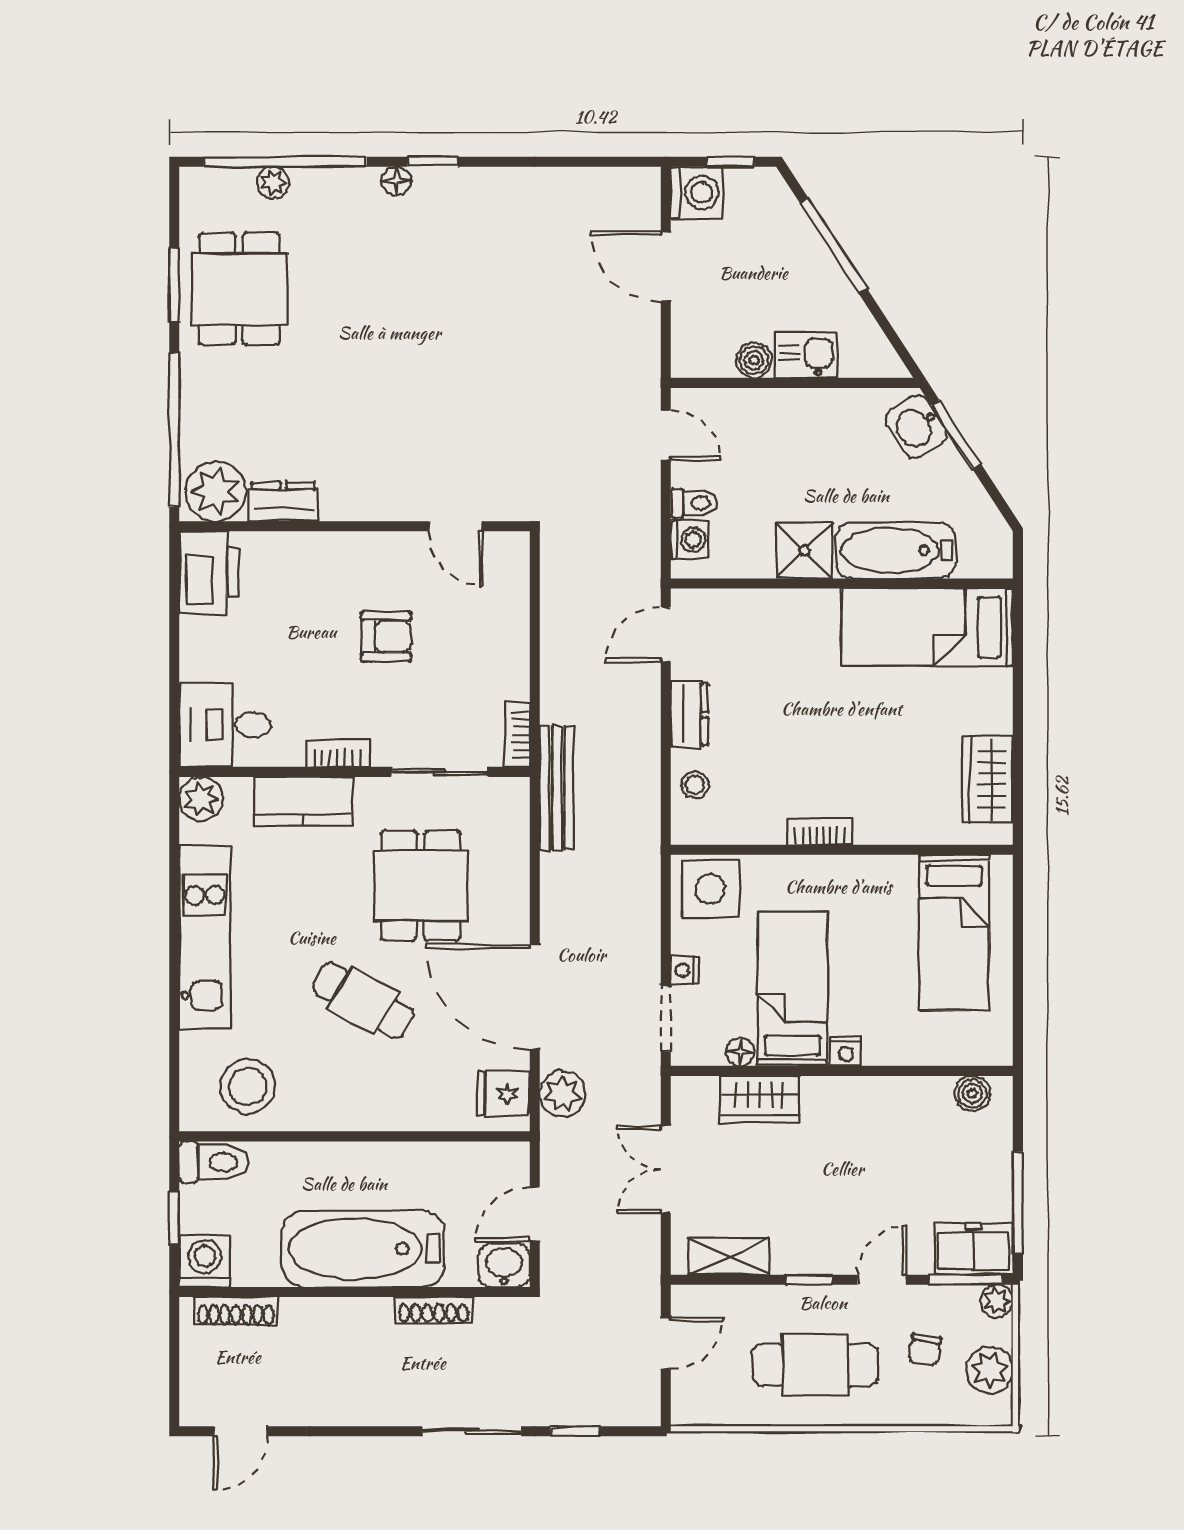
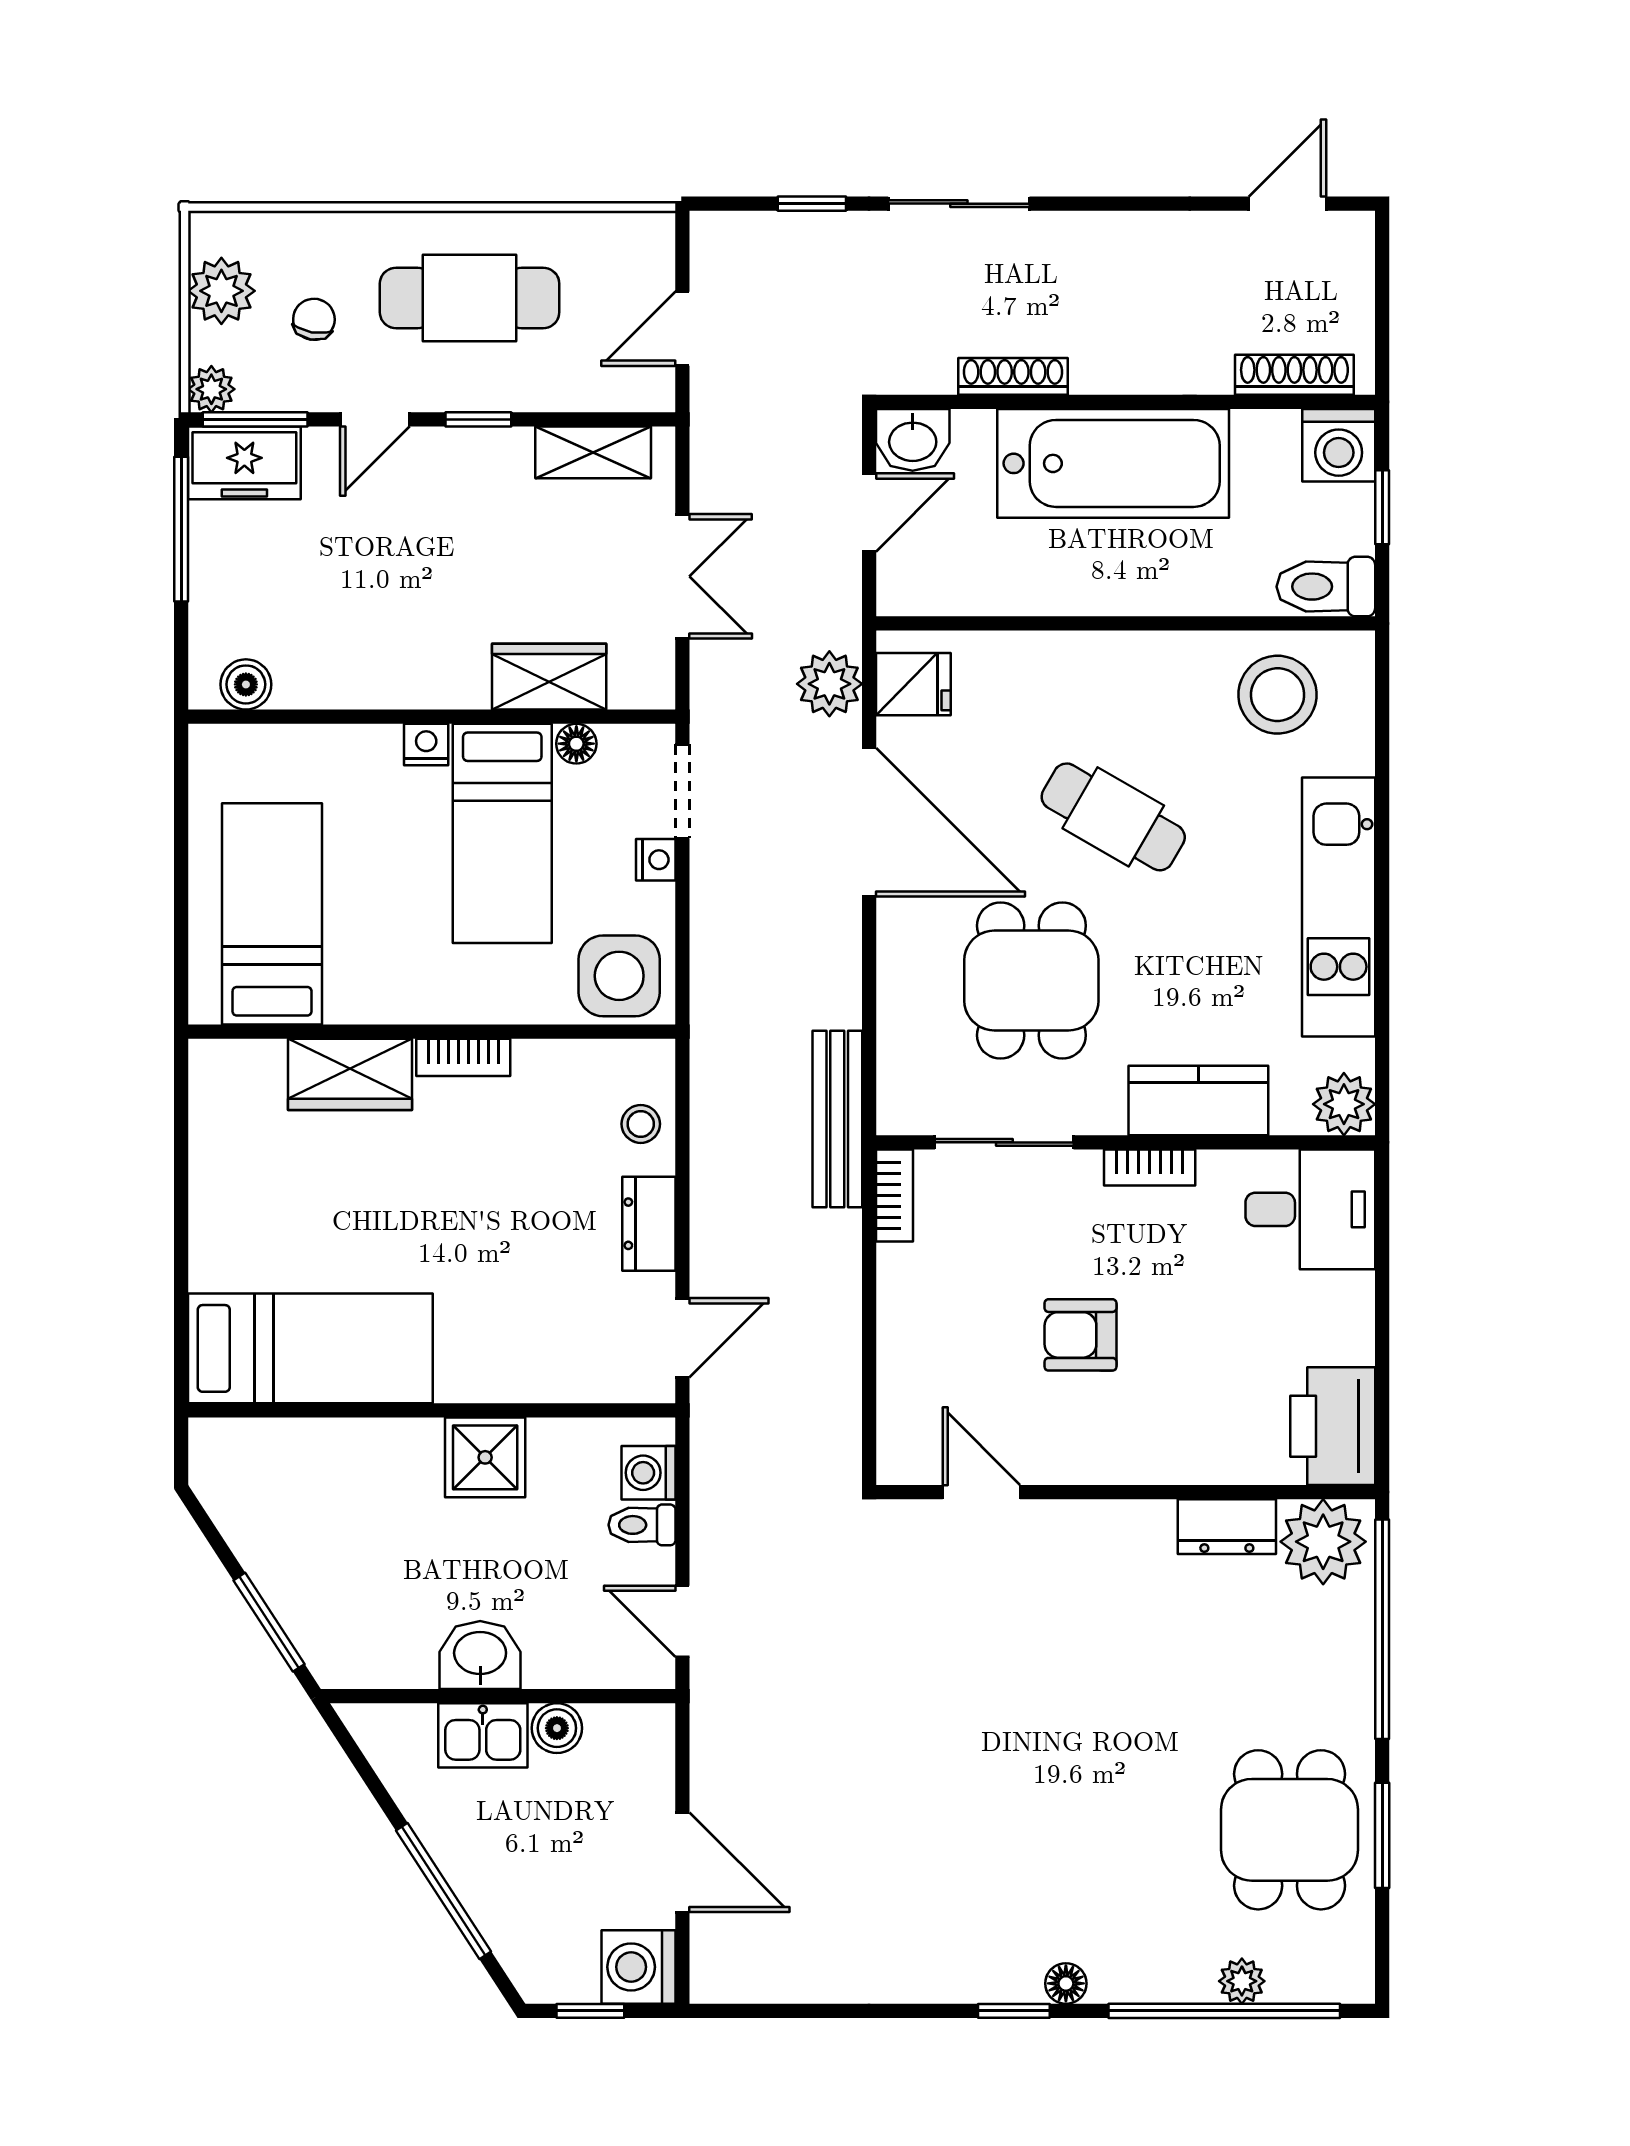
washbasin: (916, 426) -> (480, 1655), moved, turned -57
bathtub: (895, 550) -> (355, 1458), removed
wardrobe: (988, 779) -> (350, 1074), moved, turned 90

